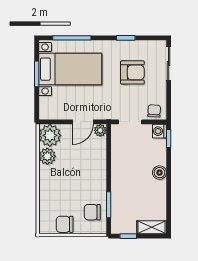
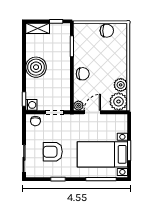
boiler: (159, 173) -> (36, 67), width x1.86, depth x1.86
chair: (92, 212) -> (83, 74), moved

